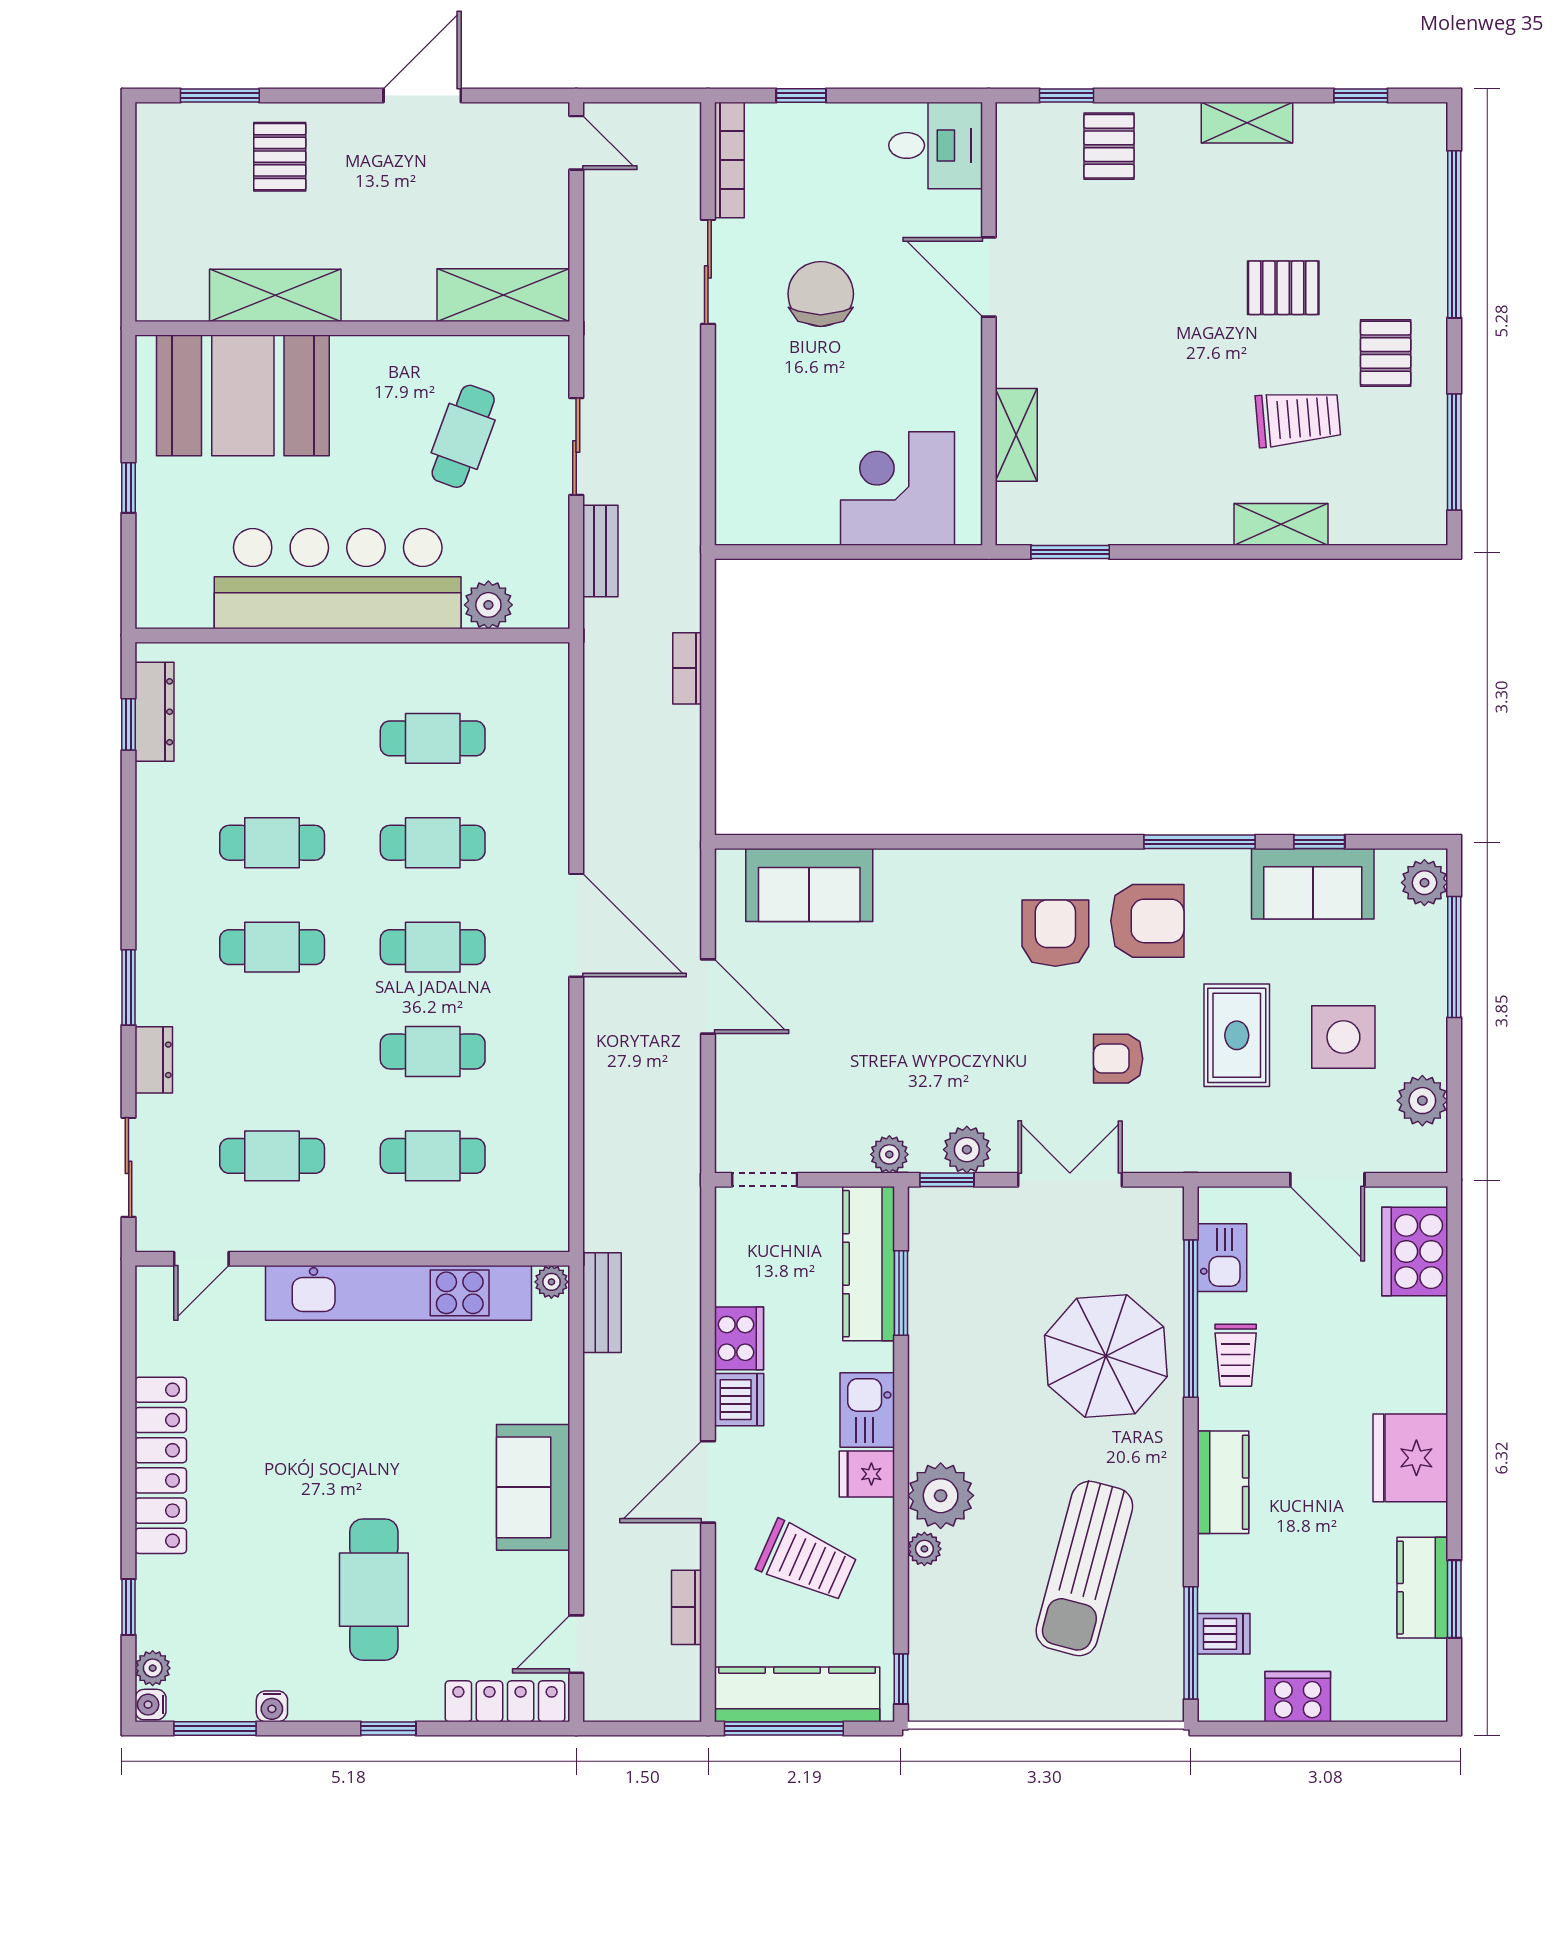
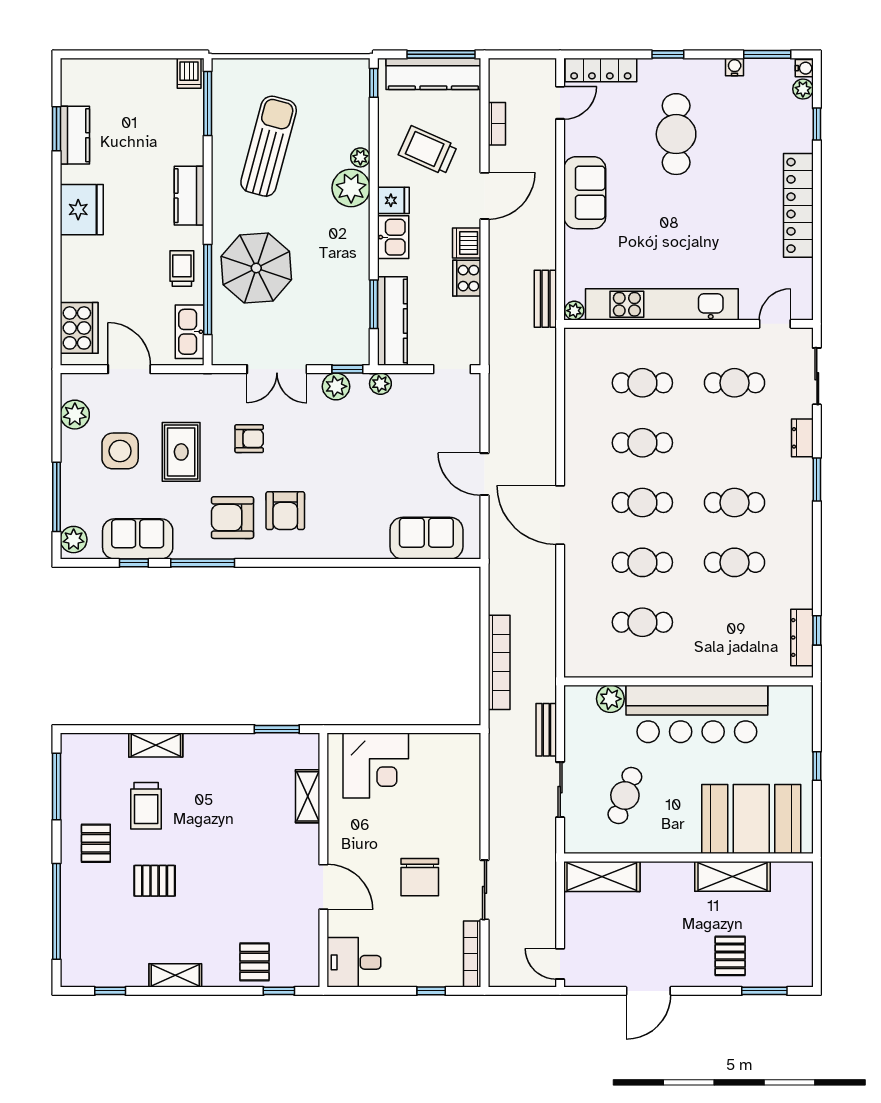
trolley: (1298, 418) -> (146, 806), turned -85
bookcase: (687, 668) -> (499, 662), width x2.31, depth x1.31
kitchen sink: (1222, 1258) -> (190, 332), width x1.38
dishwasher: (1224, 1634) -> (189, 73), moved, turned -90
cooker: (1298, 1697) -> (146, 73), removed

